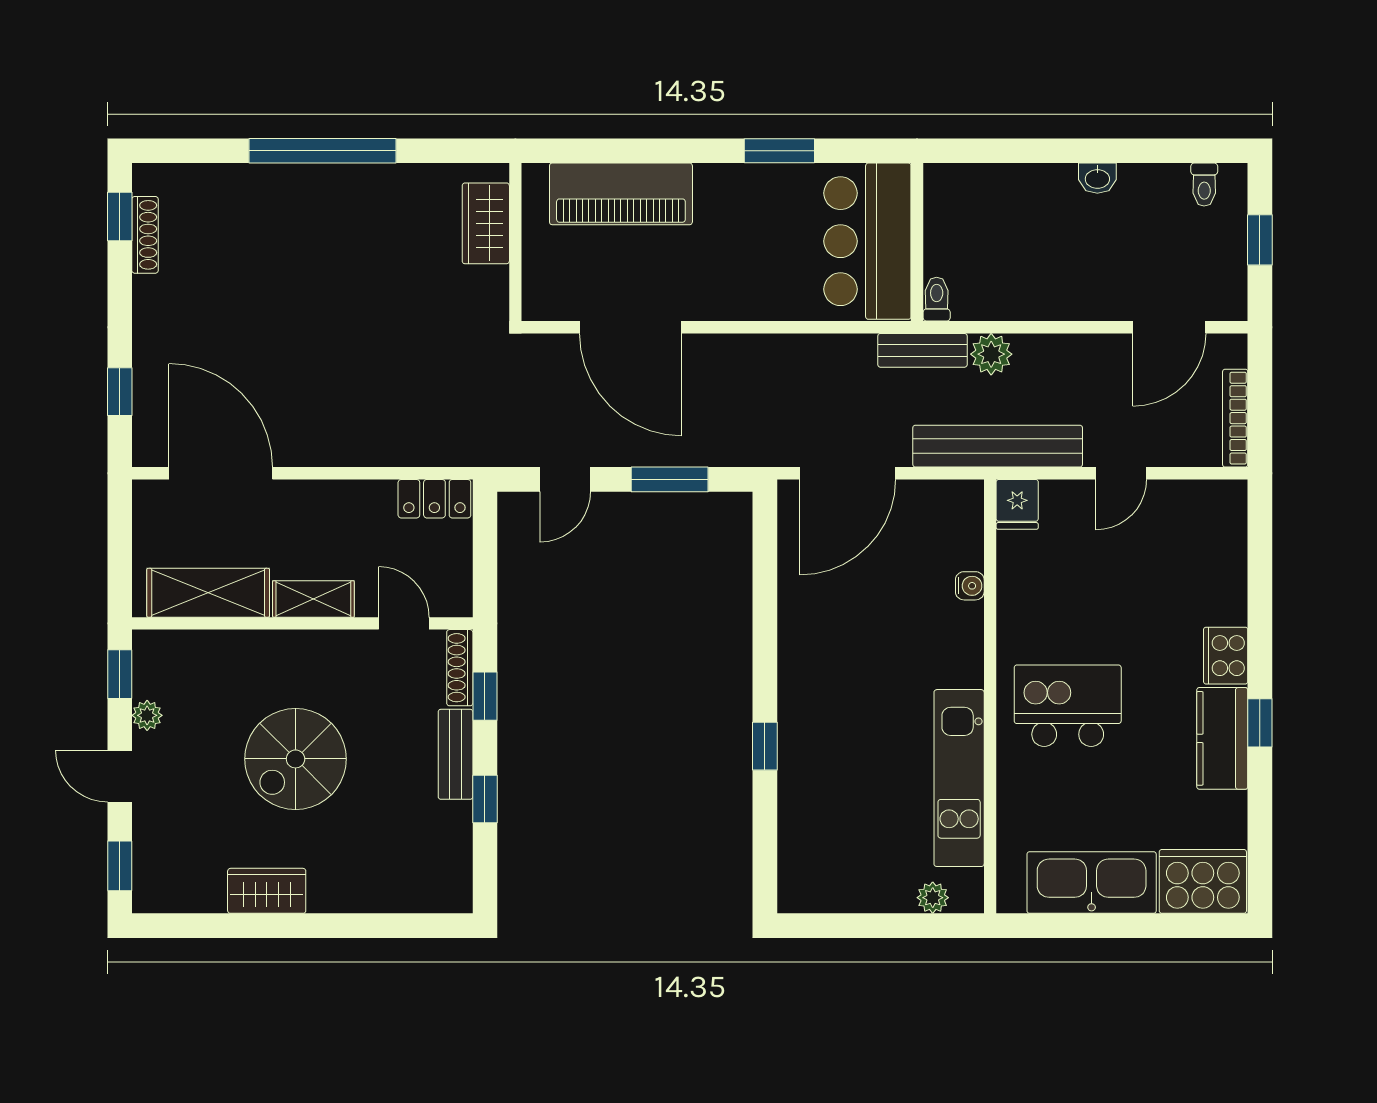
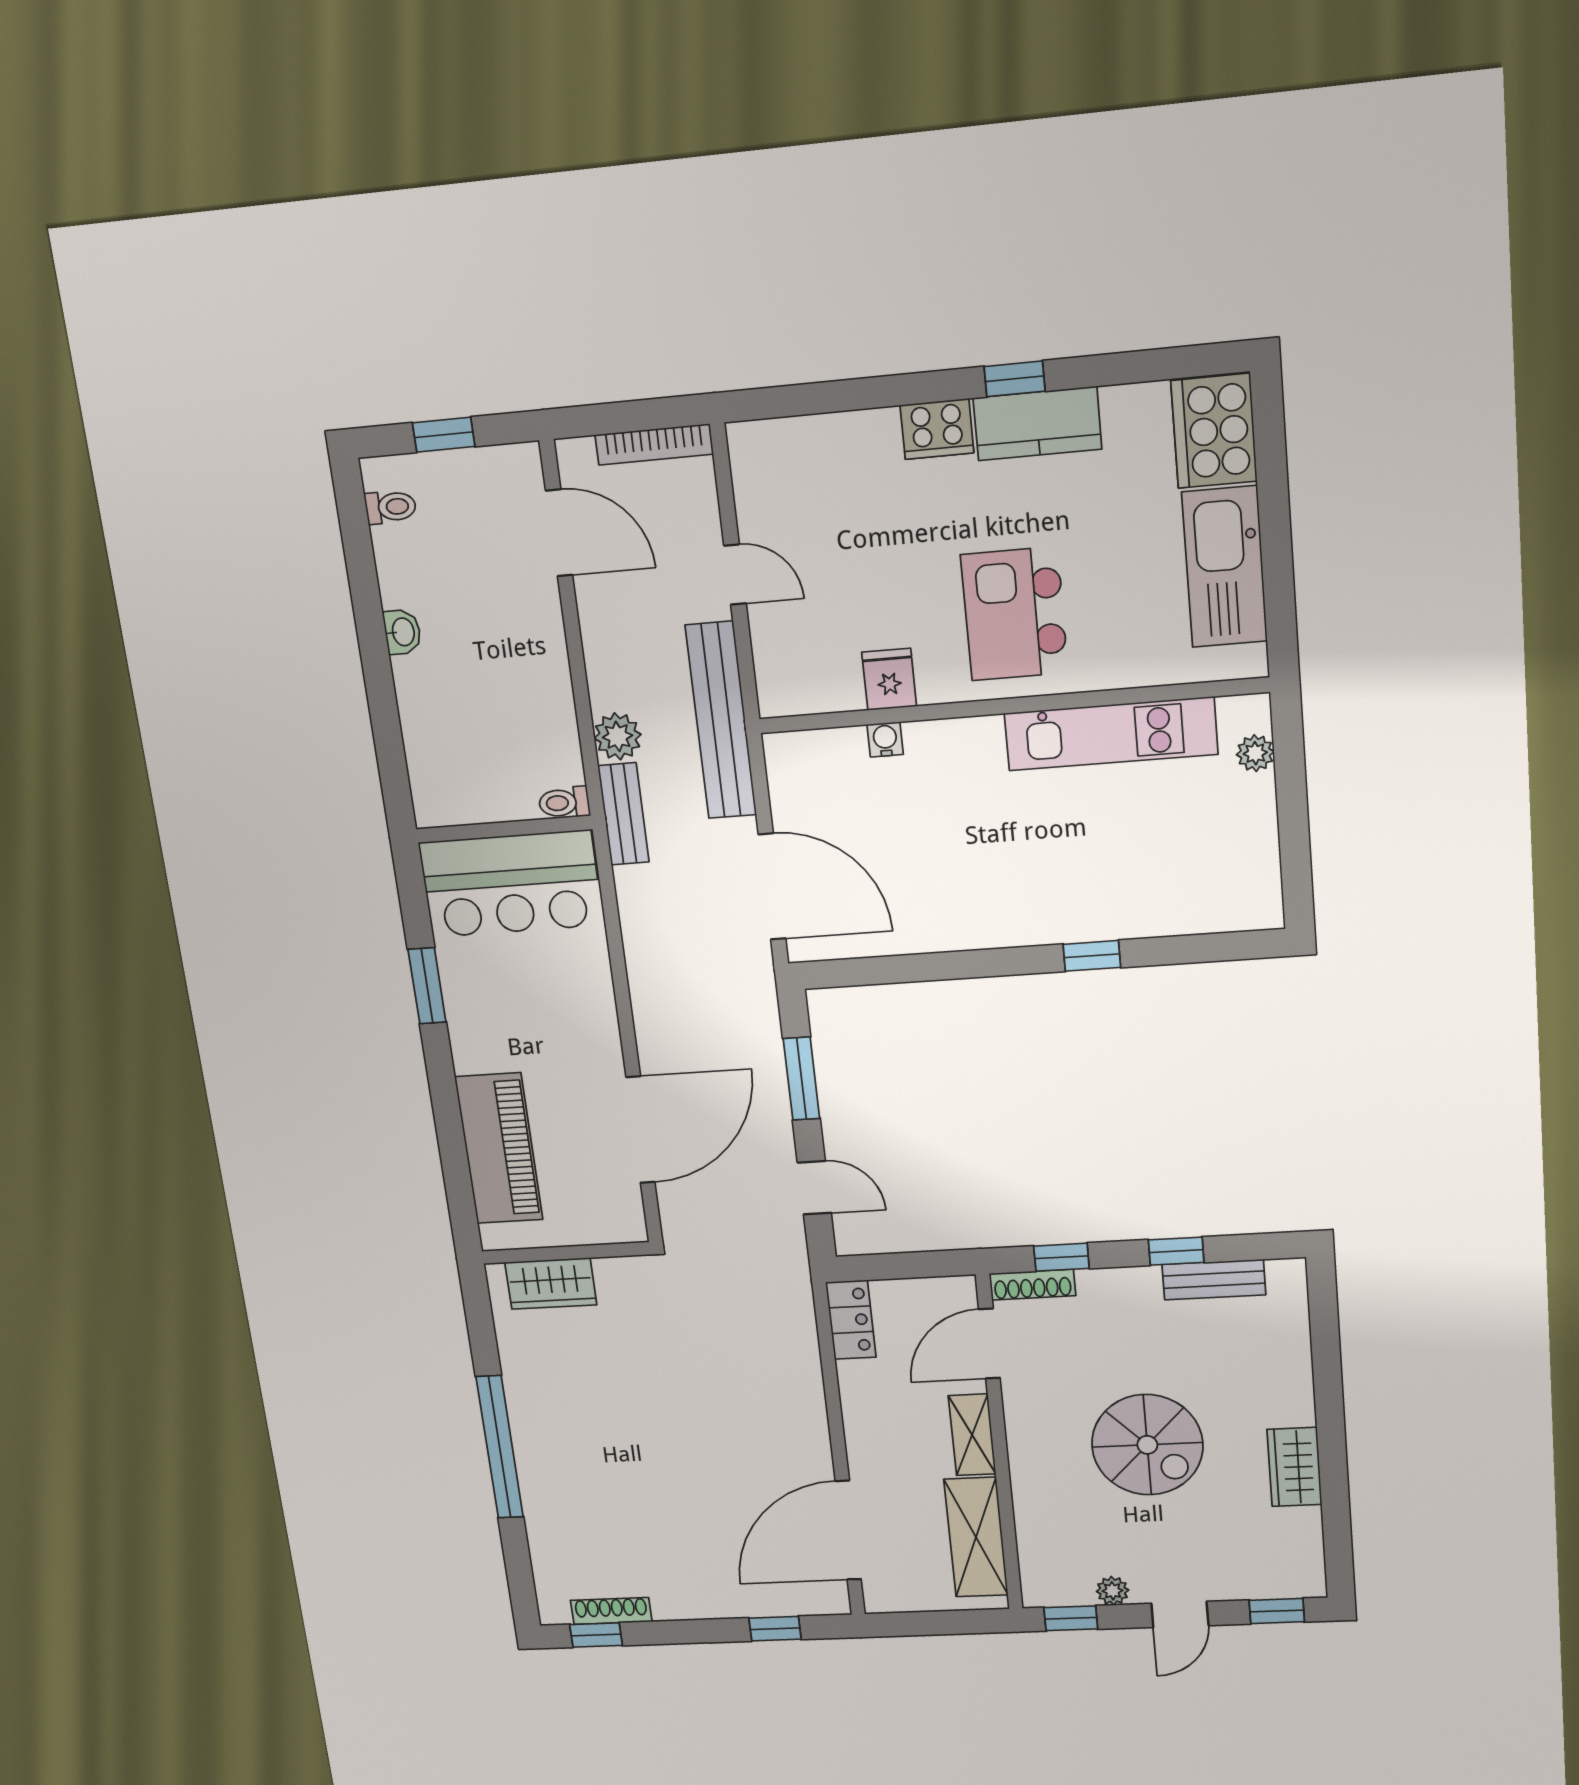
fridge: (1017, 504) -> (889, 679), moved, turned -90
door: (404, 623) -> (989, 1344), width x1.38
bench: (456, 754) -> (1214, 1280), moved

